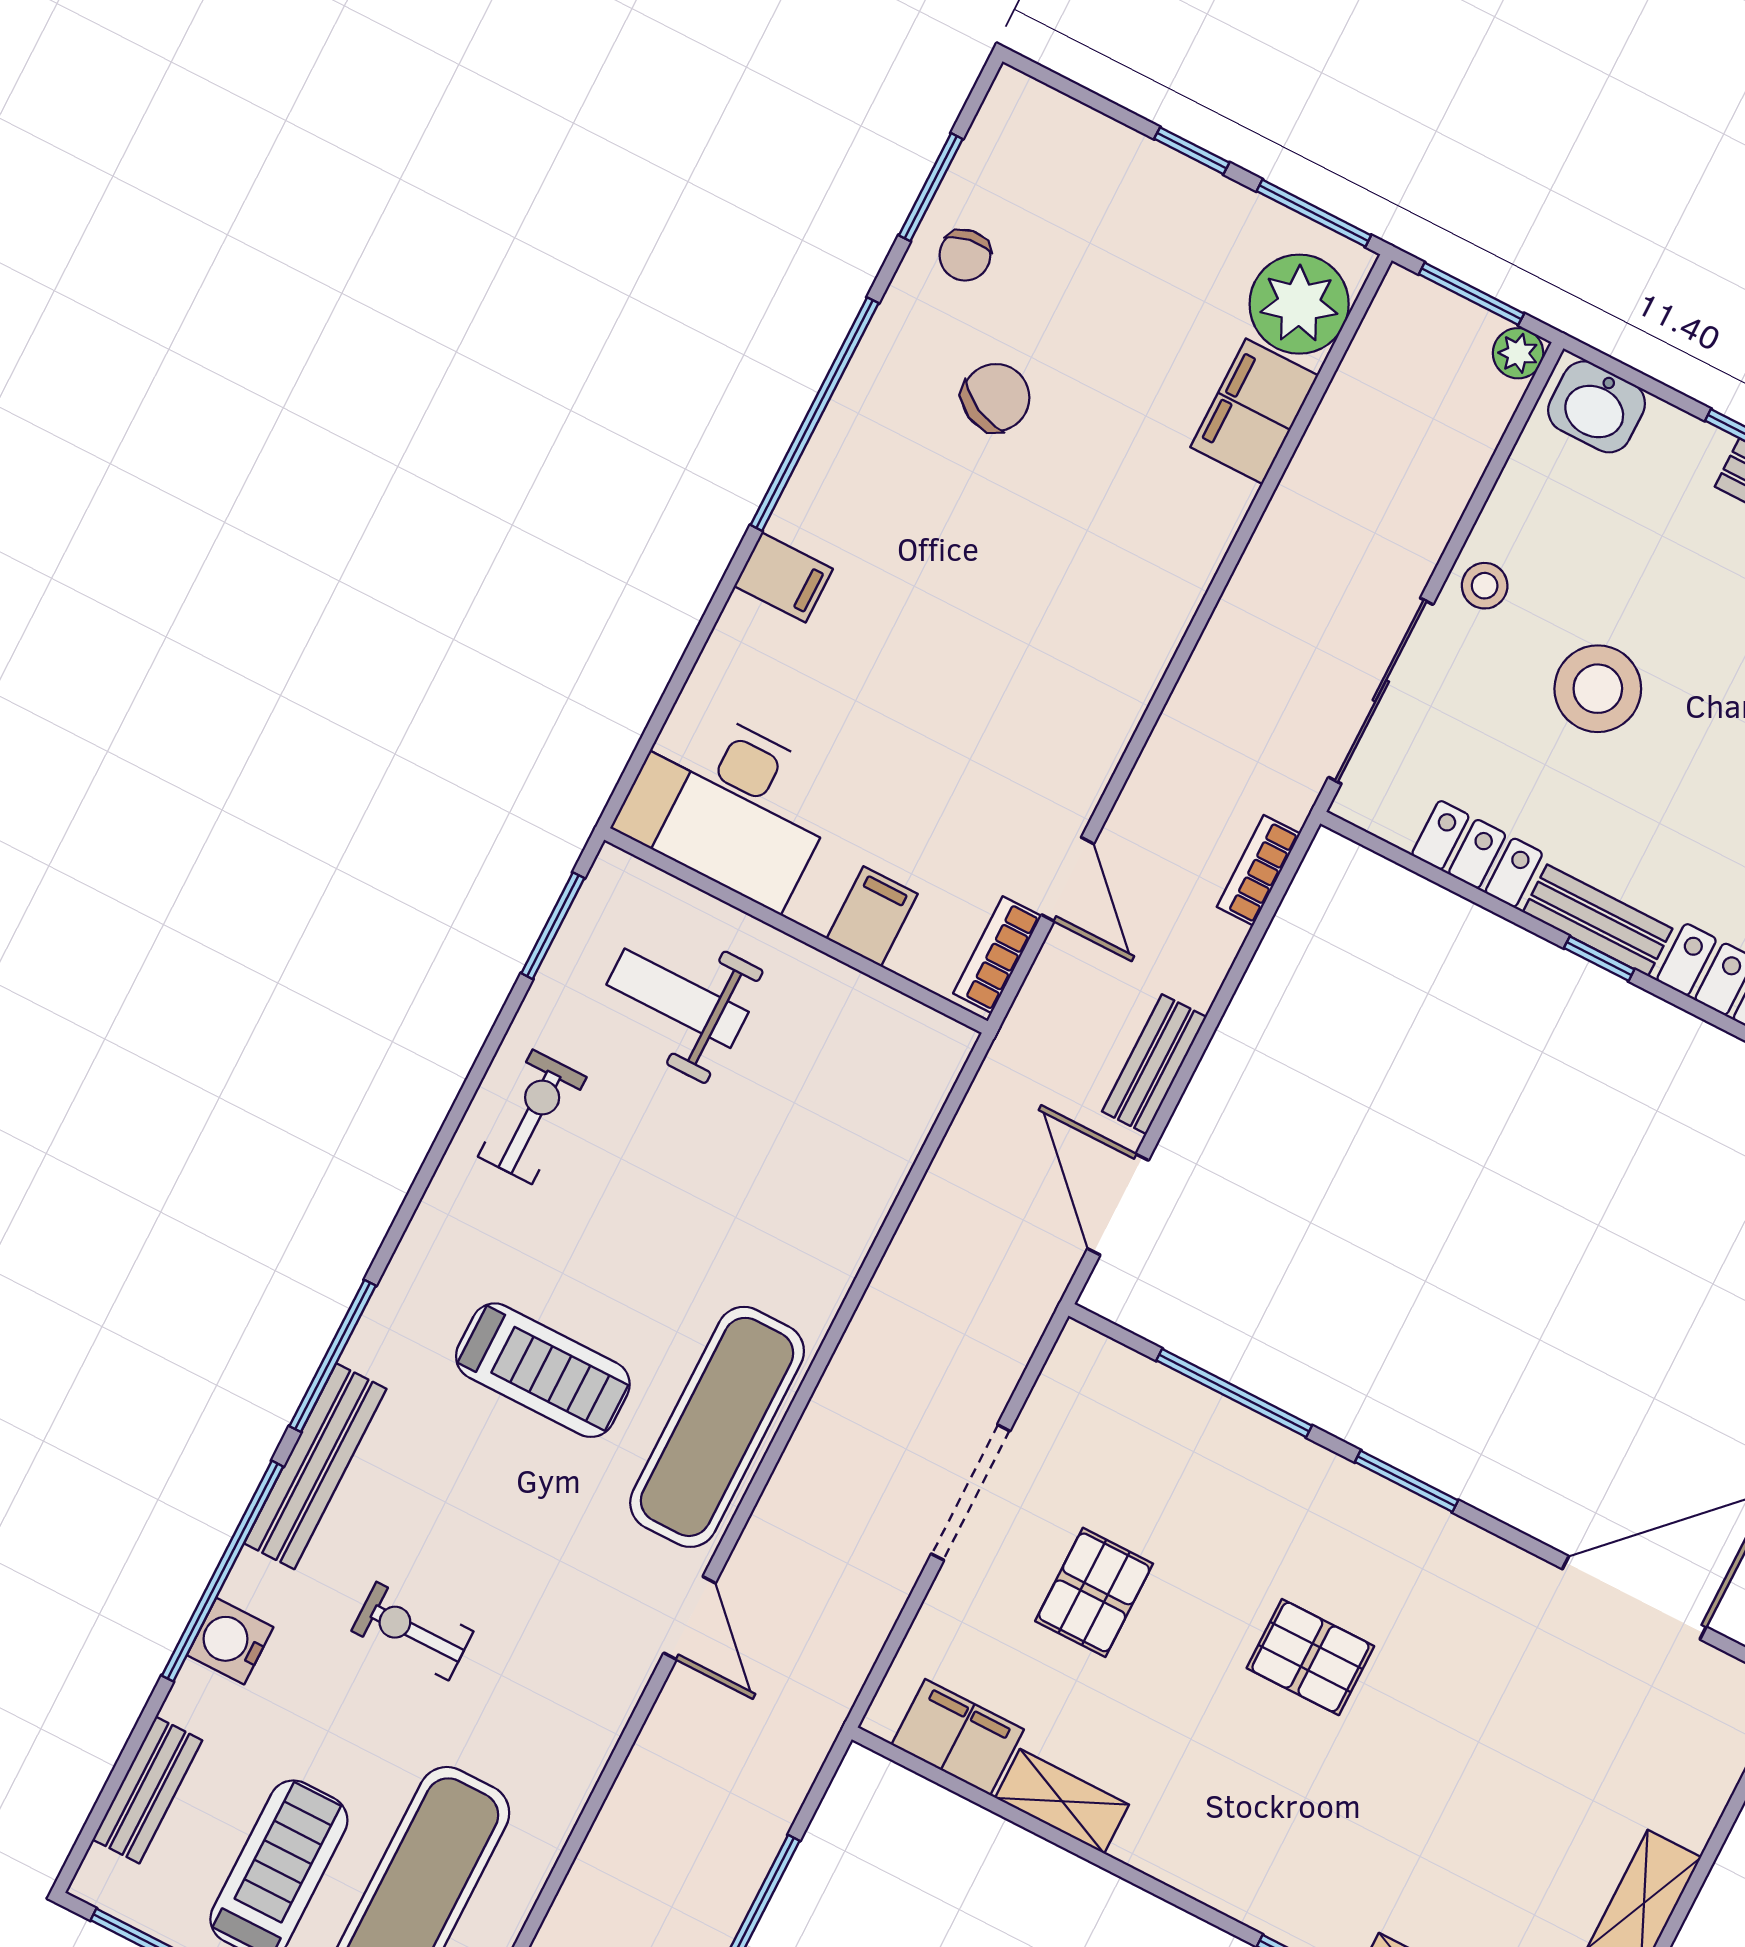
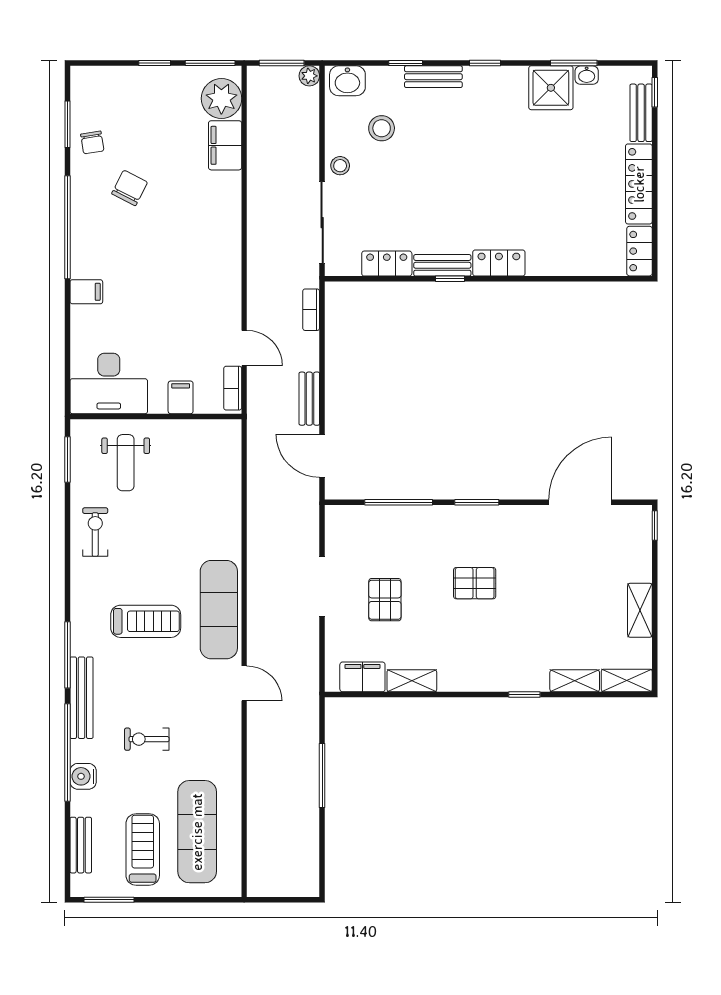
stool: (1598, 689) -> (382, 128), moved, width x0.73, depth x0.73
weight bench: (678, 998) -> (126, 463), turned -90

